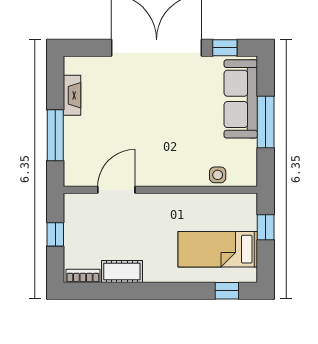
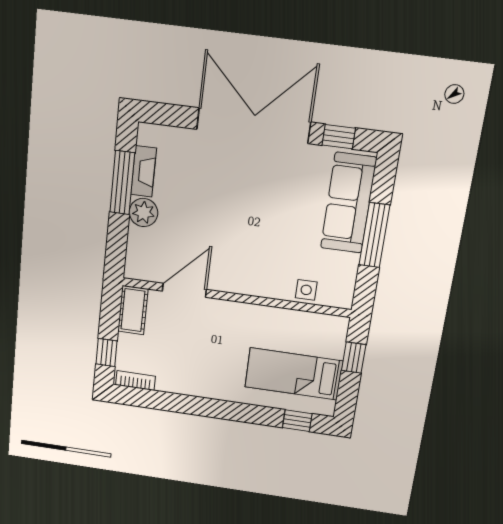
plant: (75, 129) -> (143, 212), added
window: (55, 135) -> (122, 183), moved
window: (55, 234) -> (107, 352), moved
cot: (122, 272) -> (133, 310), moved, turned 90

